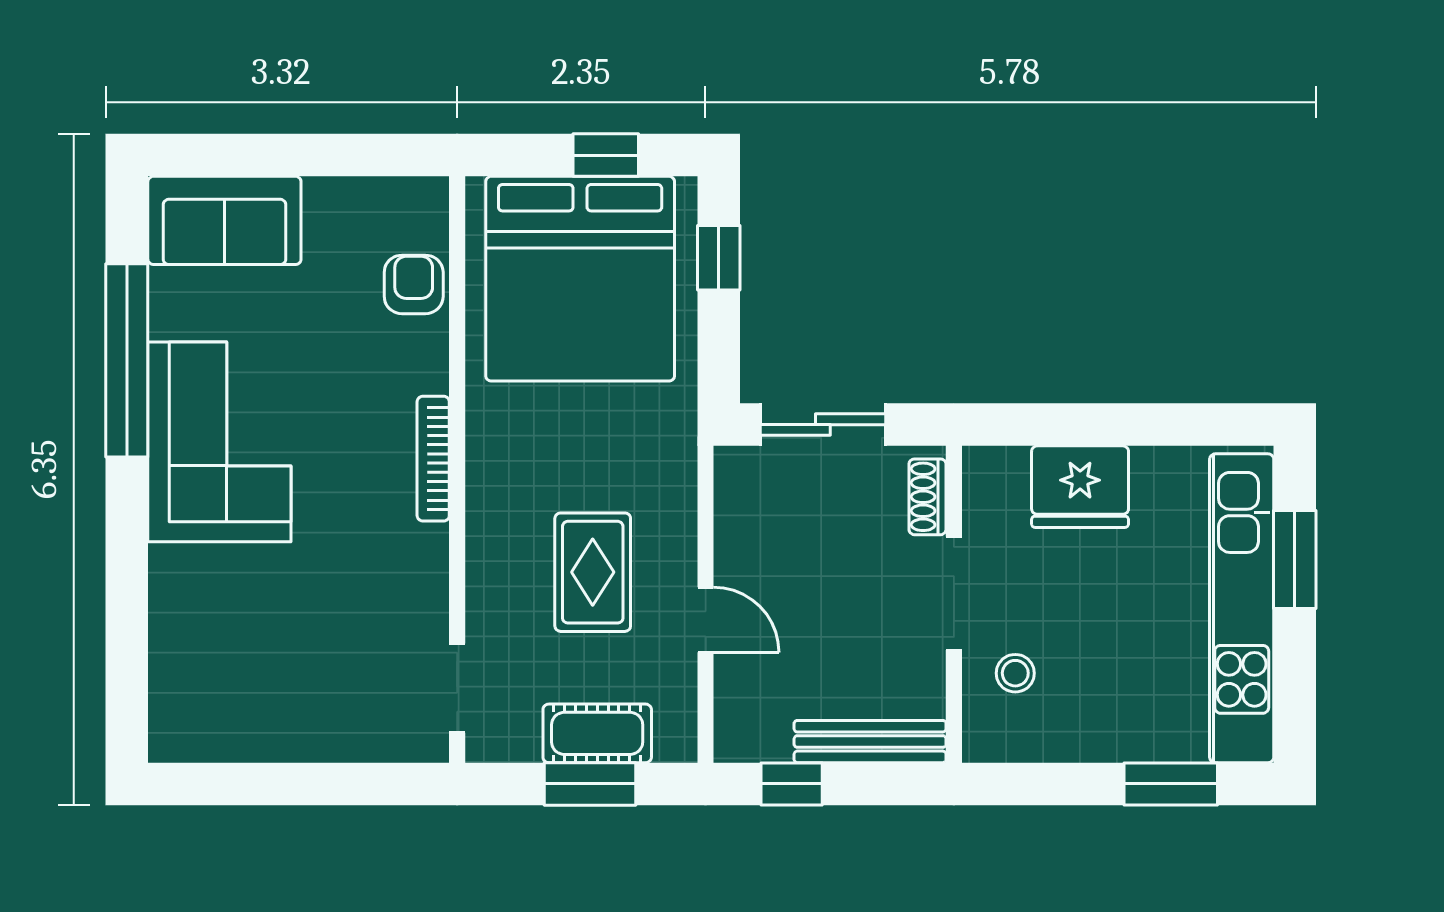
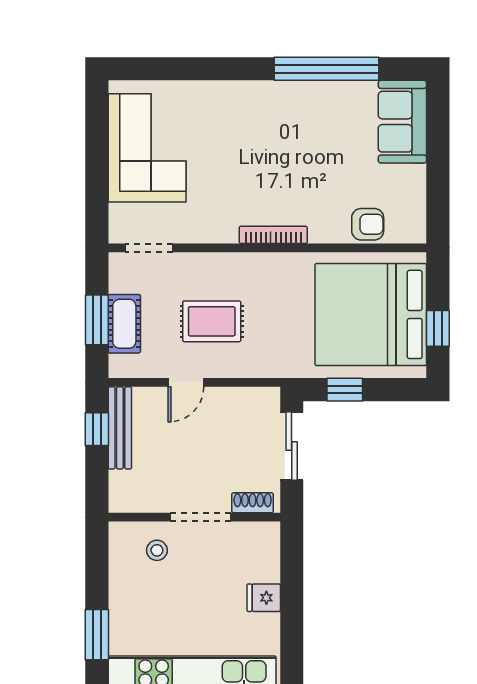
window: (719, 258) -> (345, 390), moved
corner sofa: (219, 442) -> (147, 148), moved, turned -90
fridge: (1080, 487) -> (264, 598), width x0.53, depth x0.75
bench: (870, 742) -> (120, 428), moved

